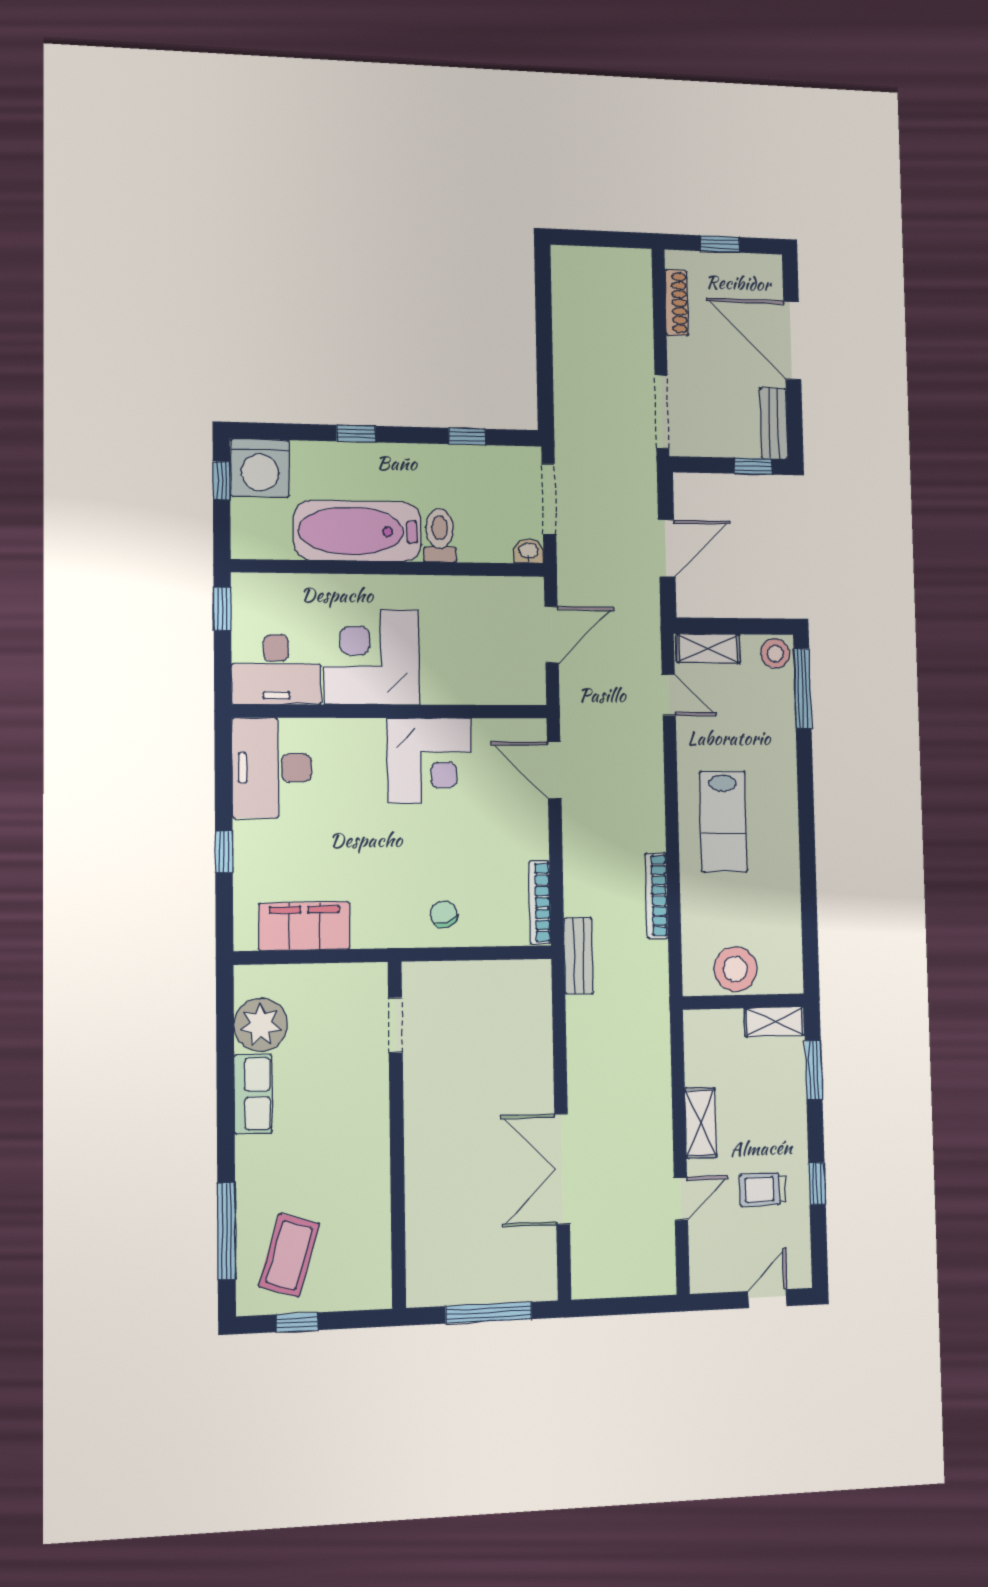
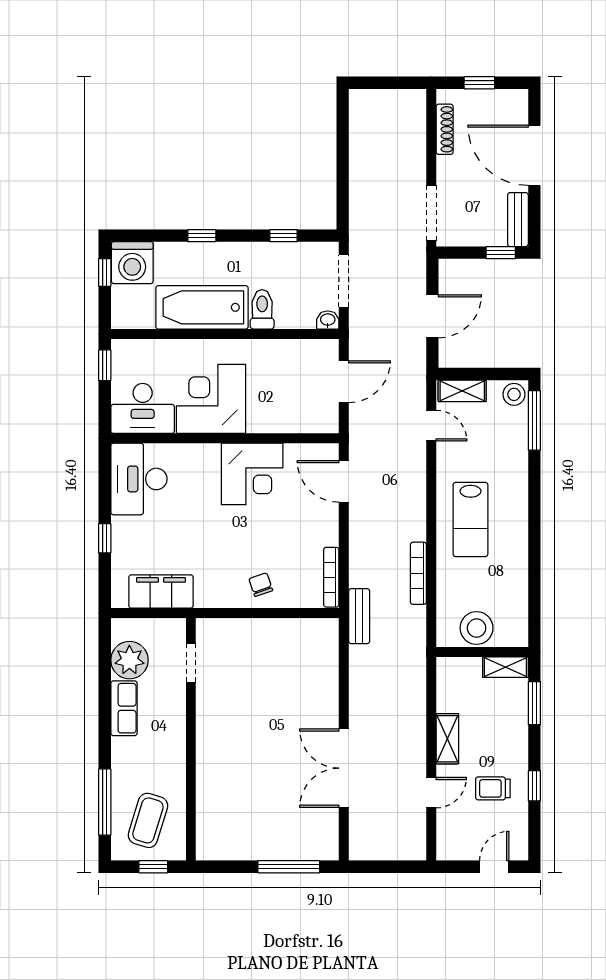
doorway: (395, 1025) -> (191, 663), moved
wall: (397, 1134) -> (191, 739), moved

